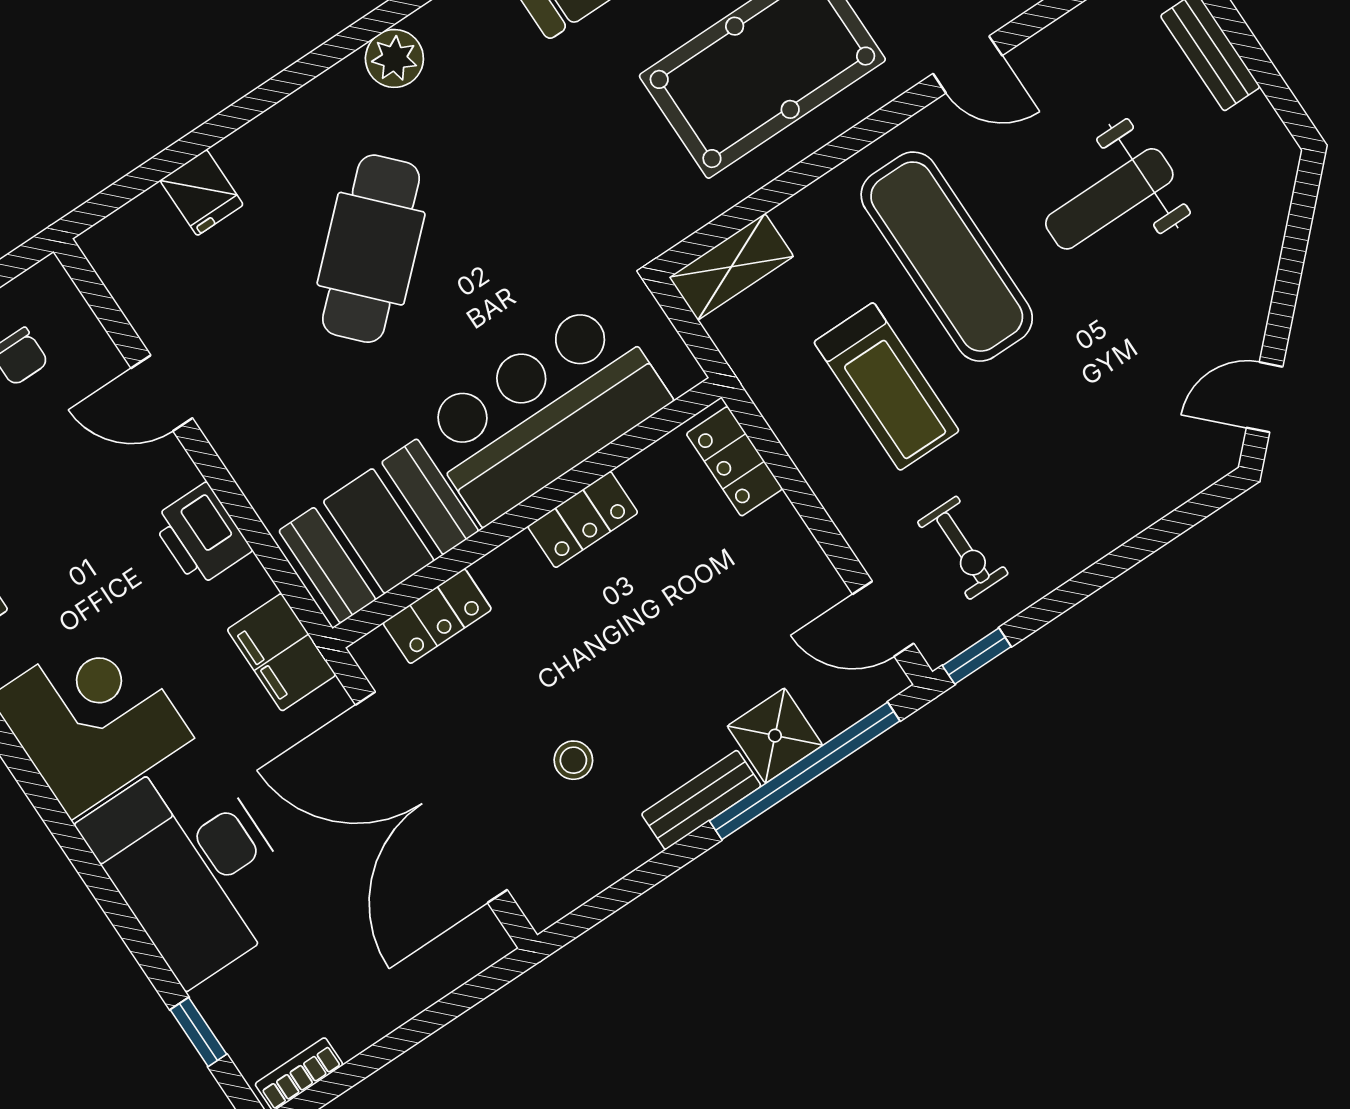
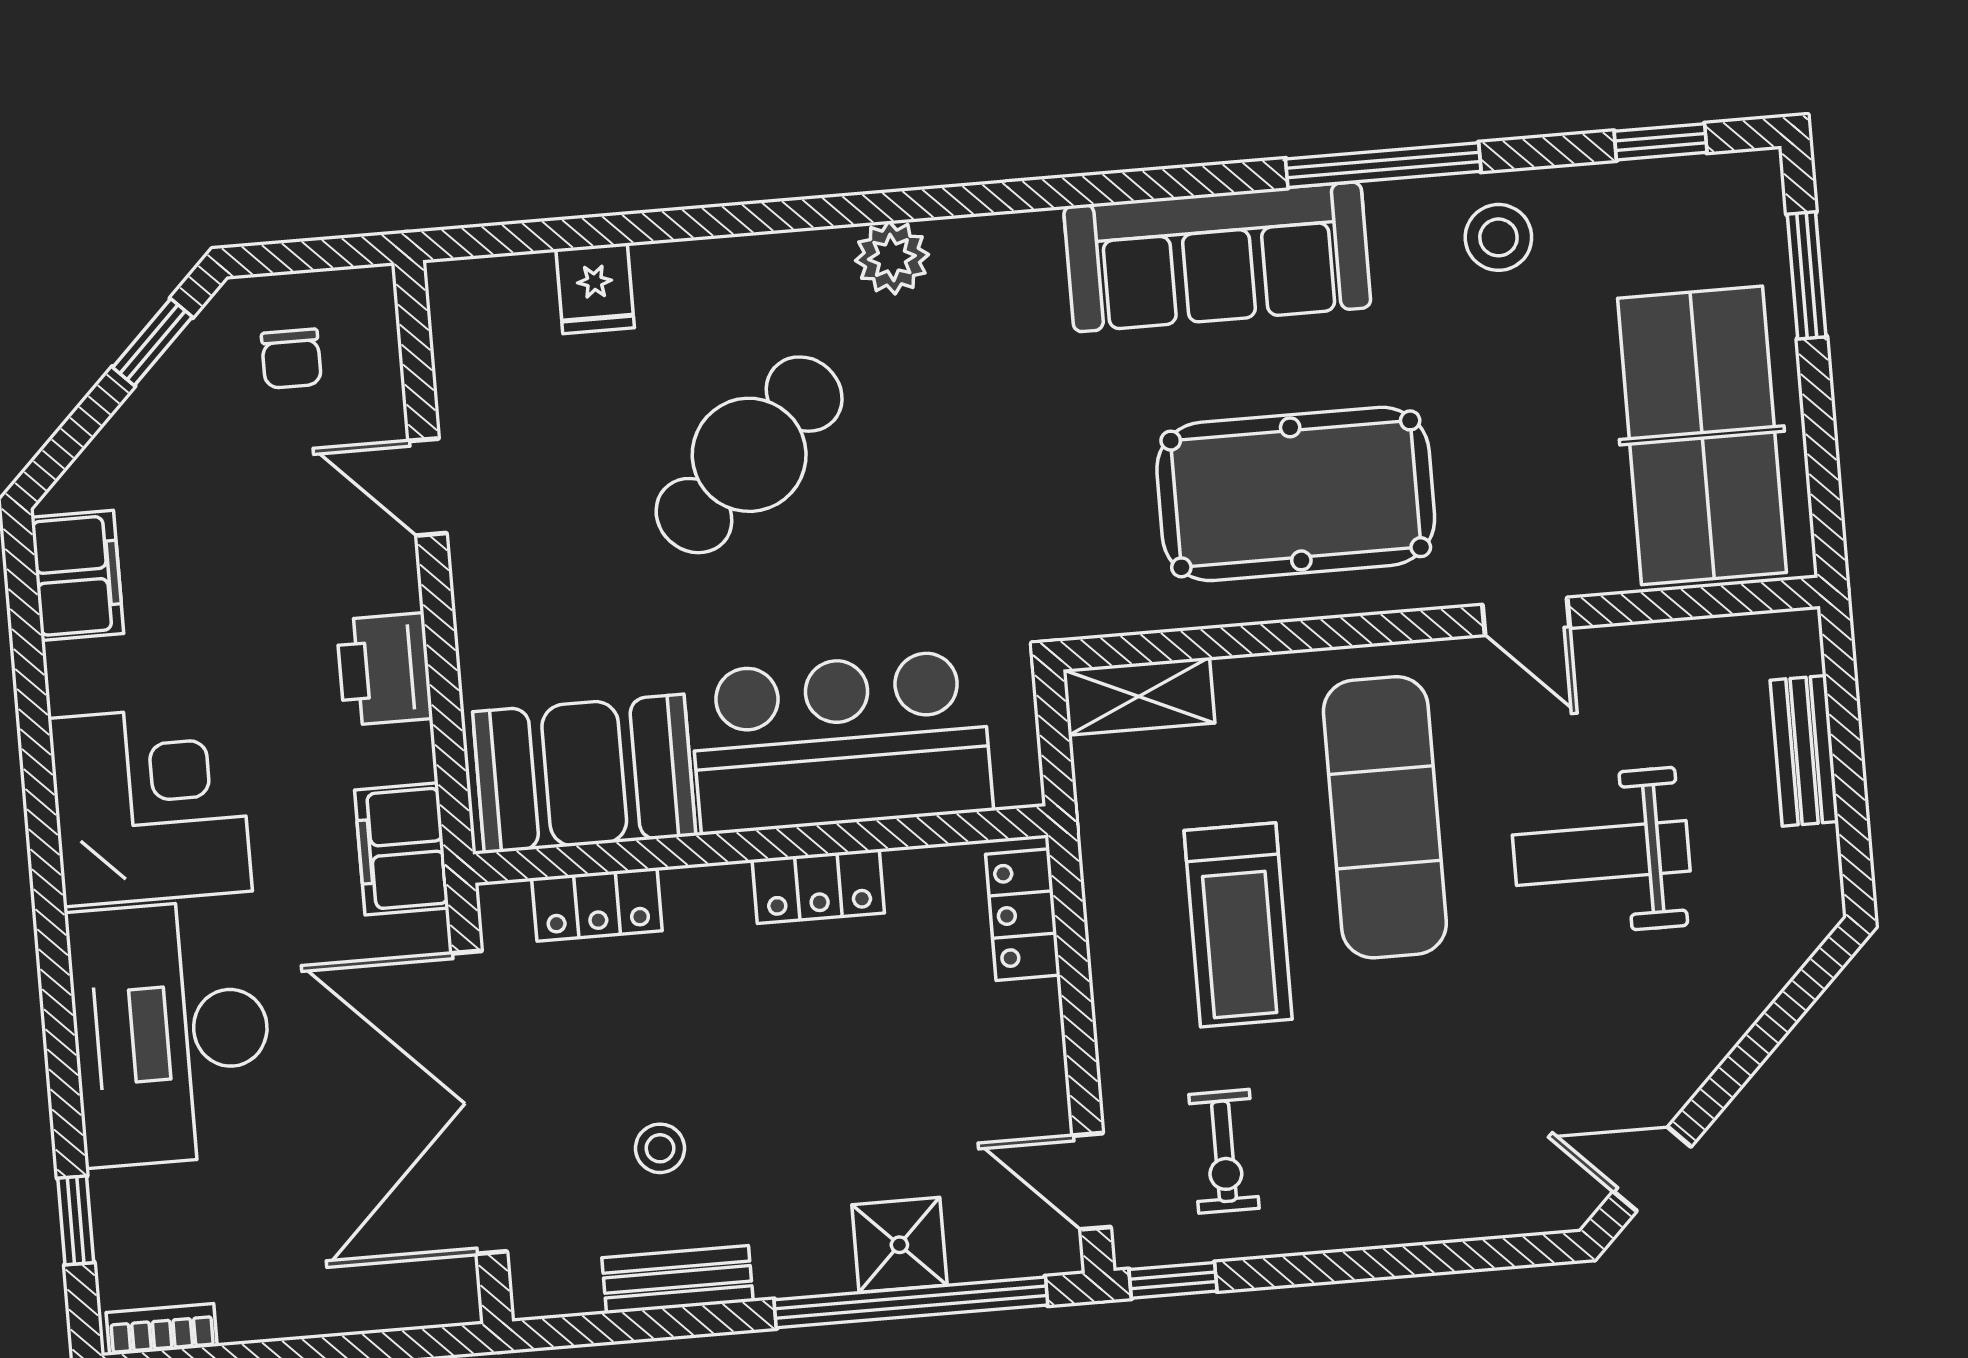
bench: (701, 800) -> (678, 1279), moved

